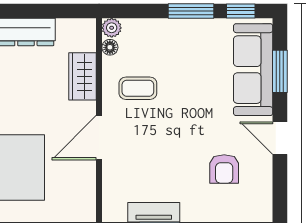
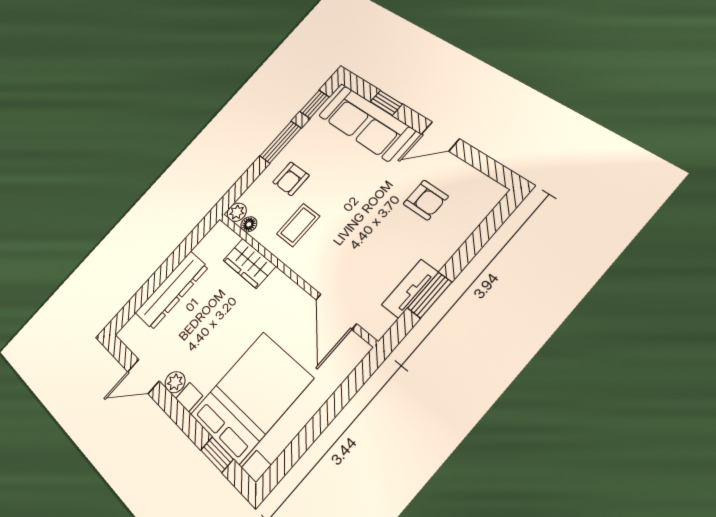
armchair: (168, 48) -> (291, 179), added
window: (280, 71) -> (386, 103), width x0.67
door: (99, 138) -> (336, 312), moved

